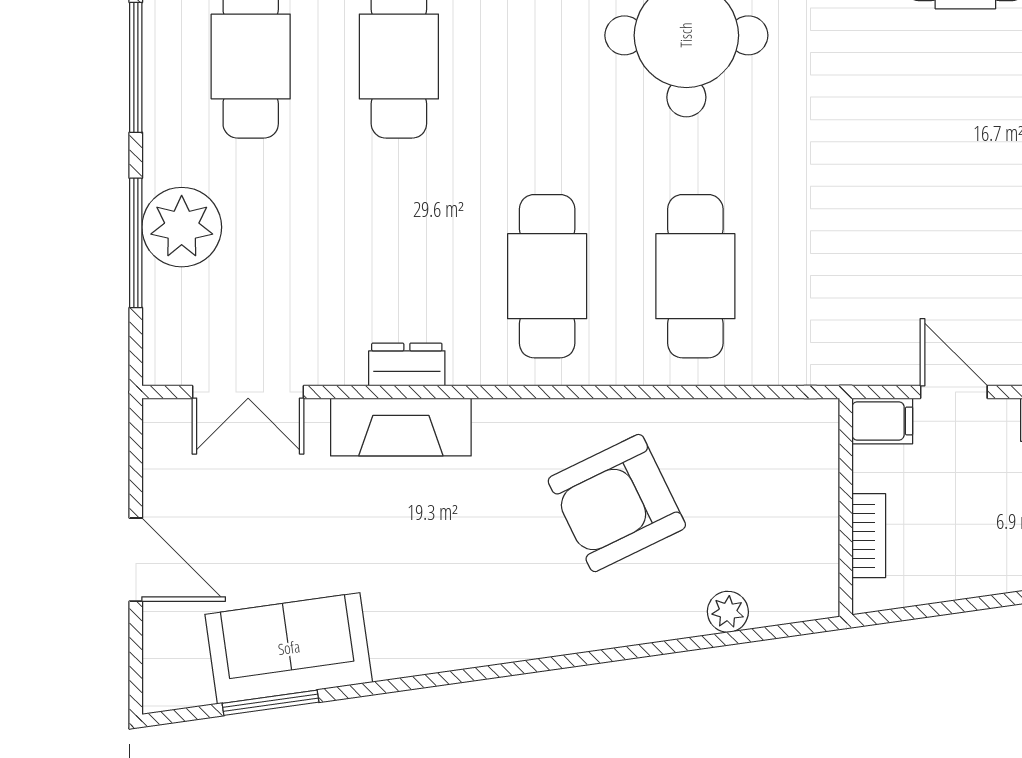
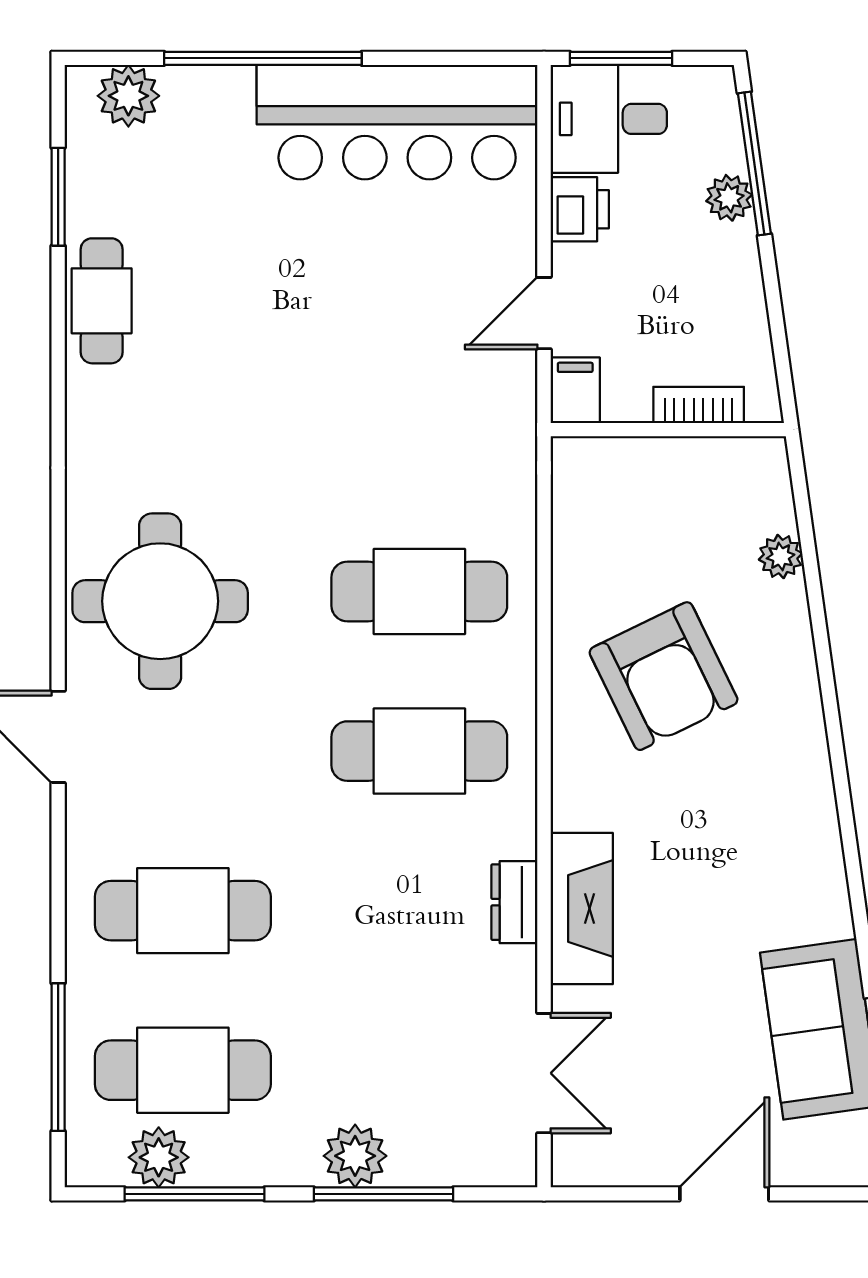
plant: (170, 34) -> (159, 1157), added
plant: (182, 227) -> (355, 1156), width x0.73, depth x0.73

